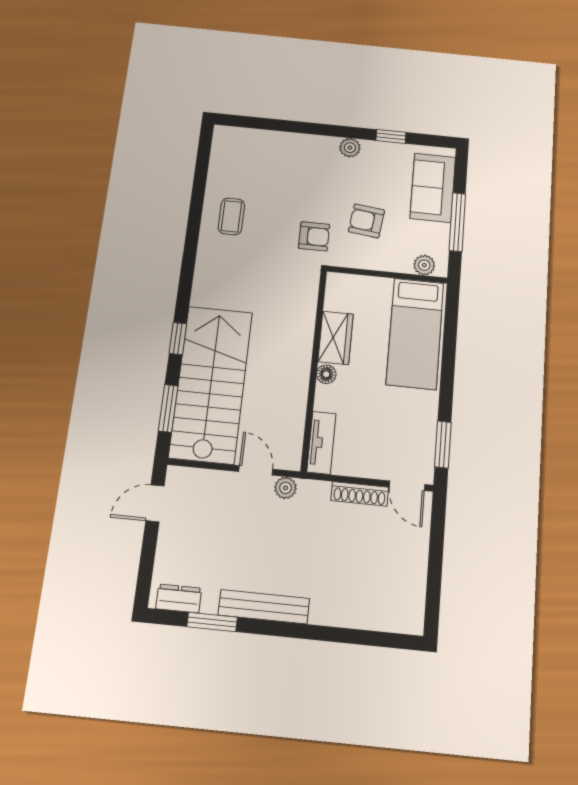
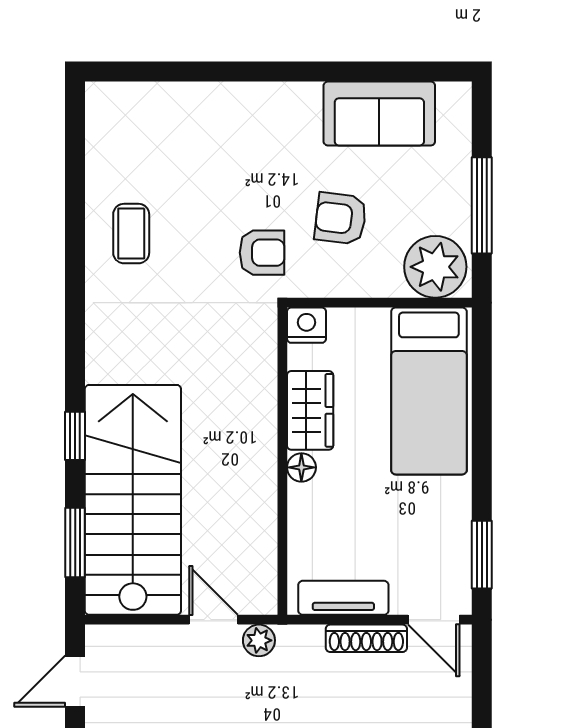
window: (391, 136) -> (367, 71), removed
plant: (350, 148) -> (304, 98), removed
sofa: (433, 188) -> (379, 114), moved, turned -90
plant: (424, 265) -> (435, 267), width x1.88, depth x1.88
nightstand: (338, 284) -> (306, 325), added
tv unit: (321, 443) -> (343, 598), moved, turned -90

